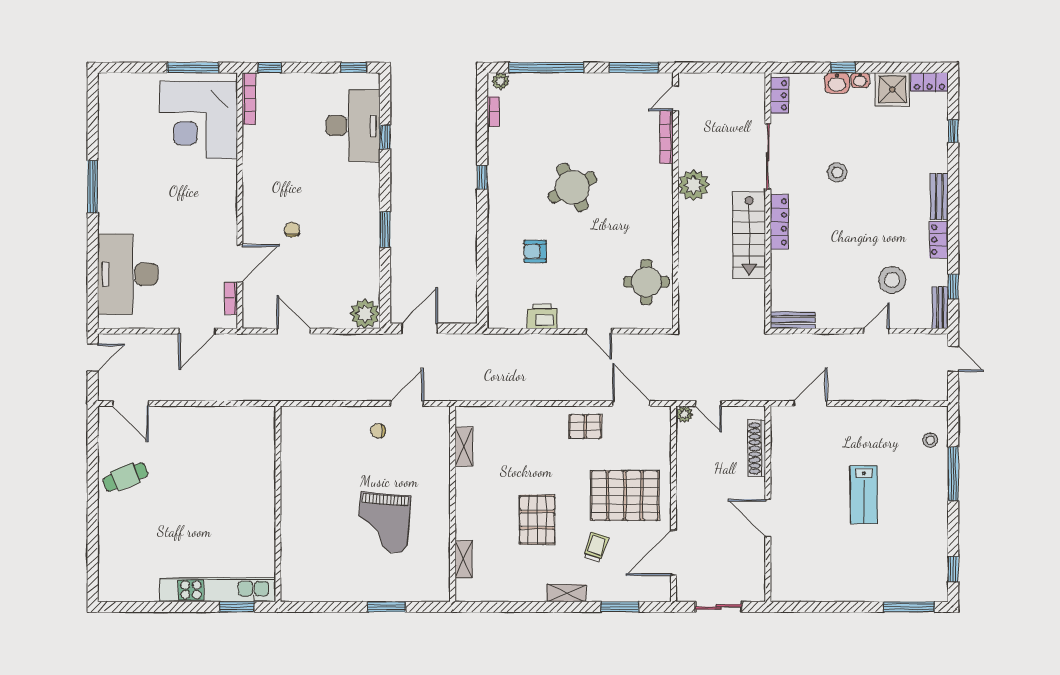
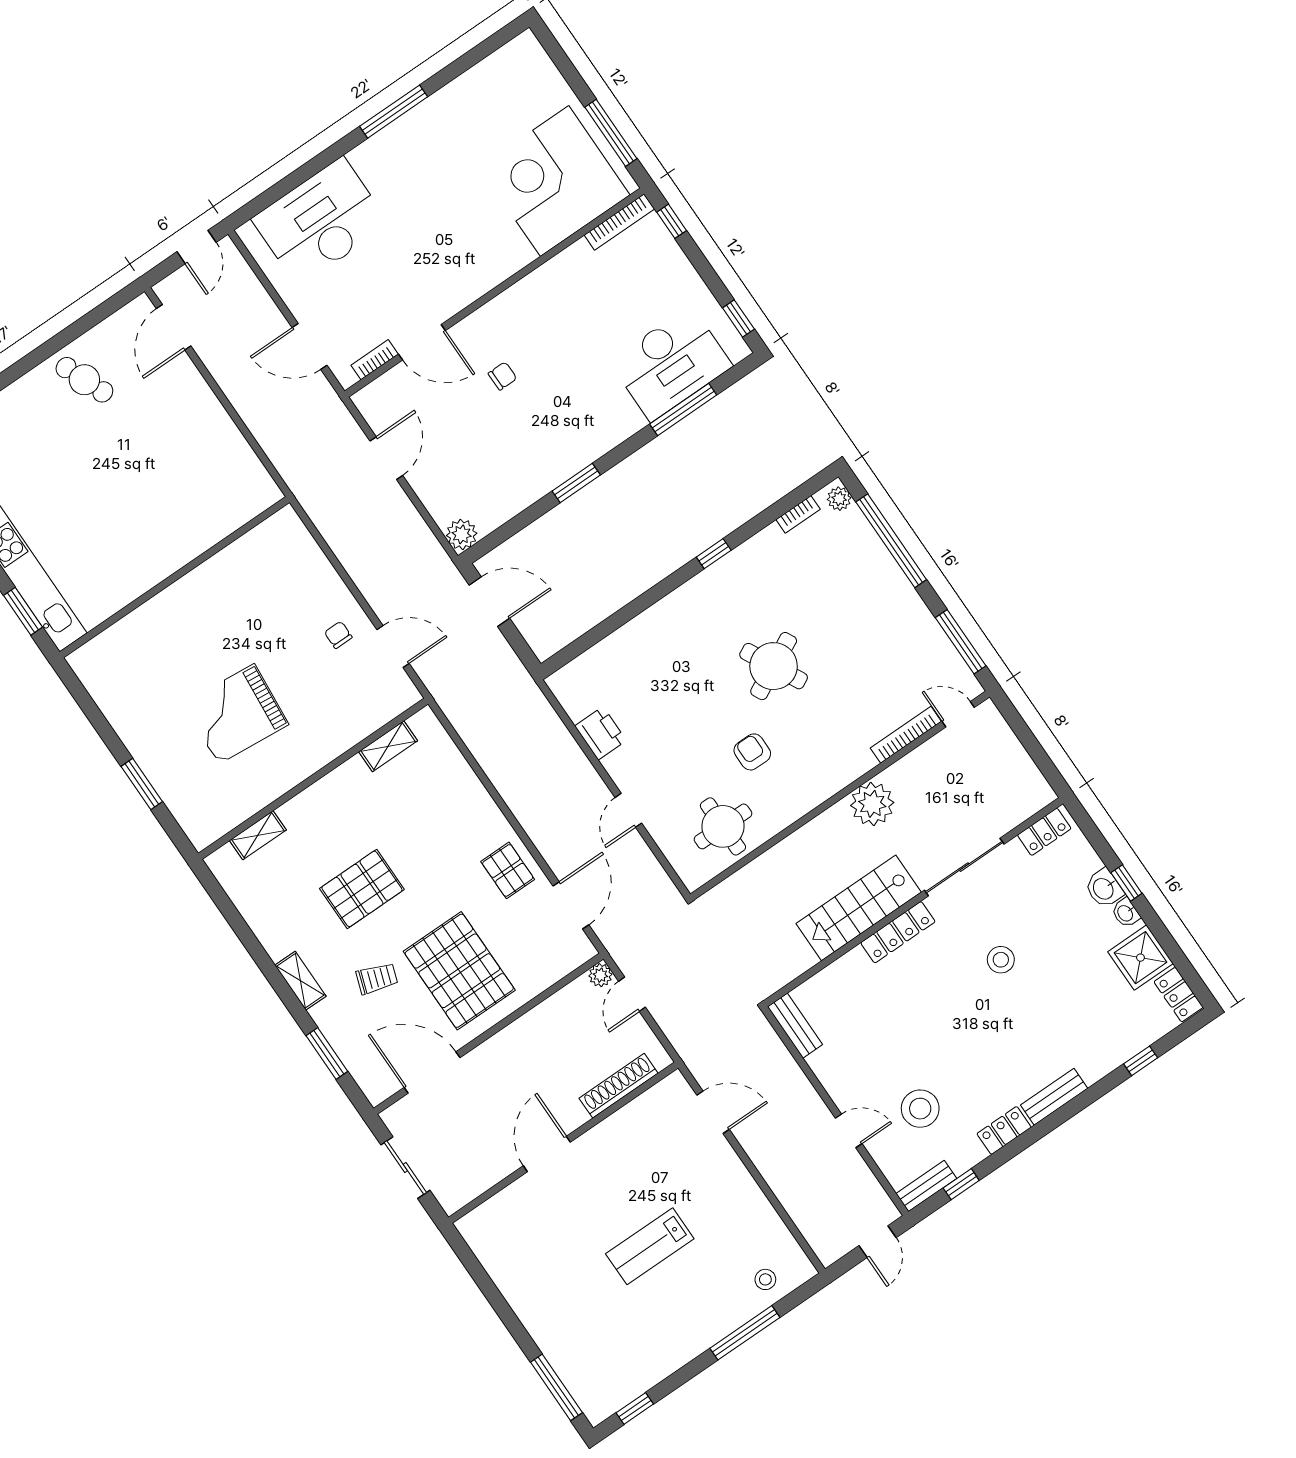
window: (385, 137) -> (683, 409), width x2.17
armchair: (535, 251) -> (752, 752), moved
plant: (365, 314) -> (462, 534), width x0.73, depth x0.73
door: (93, 357) -> (197, 247), hinge flipped

